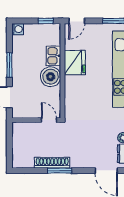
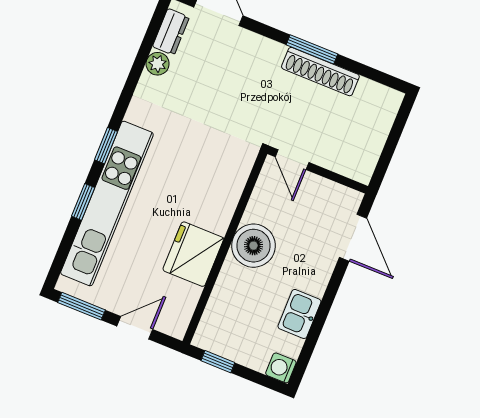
door: (77, 21) -> (135, 328), moved
kitchen sink: (53, 56) -> (299, 314), moved, turned 180
window: (9, 65) -> (327, 302), removed

